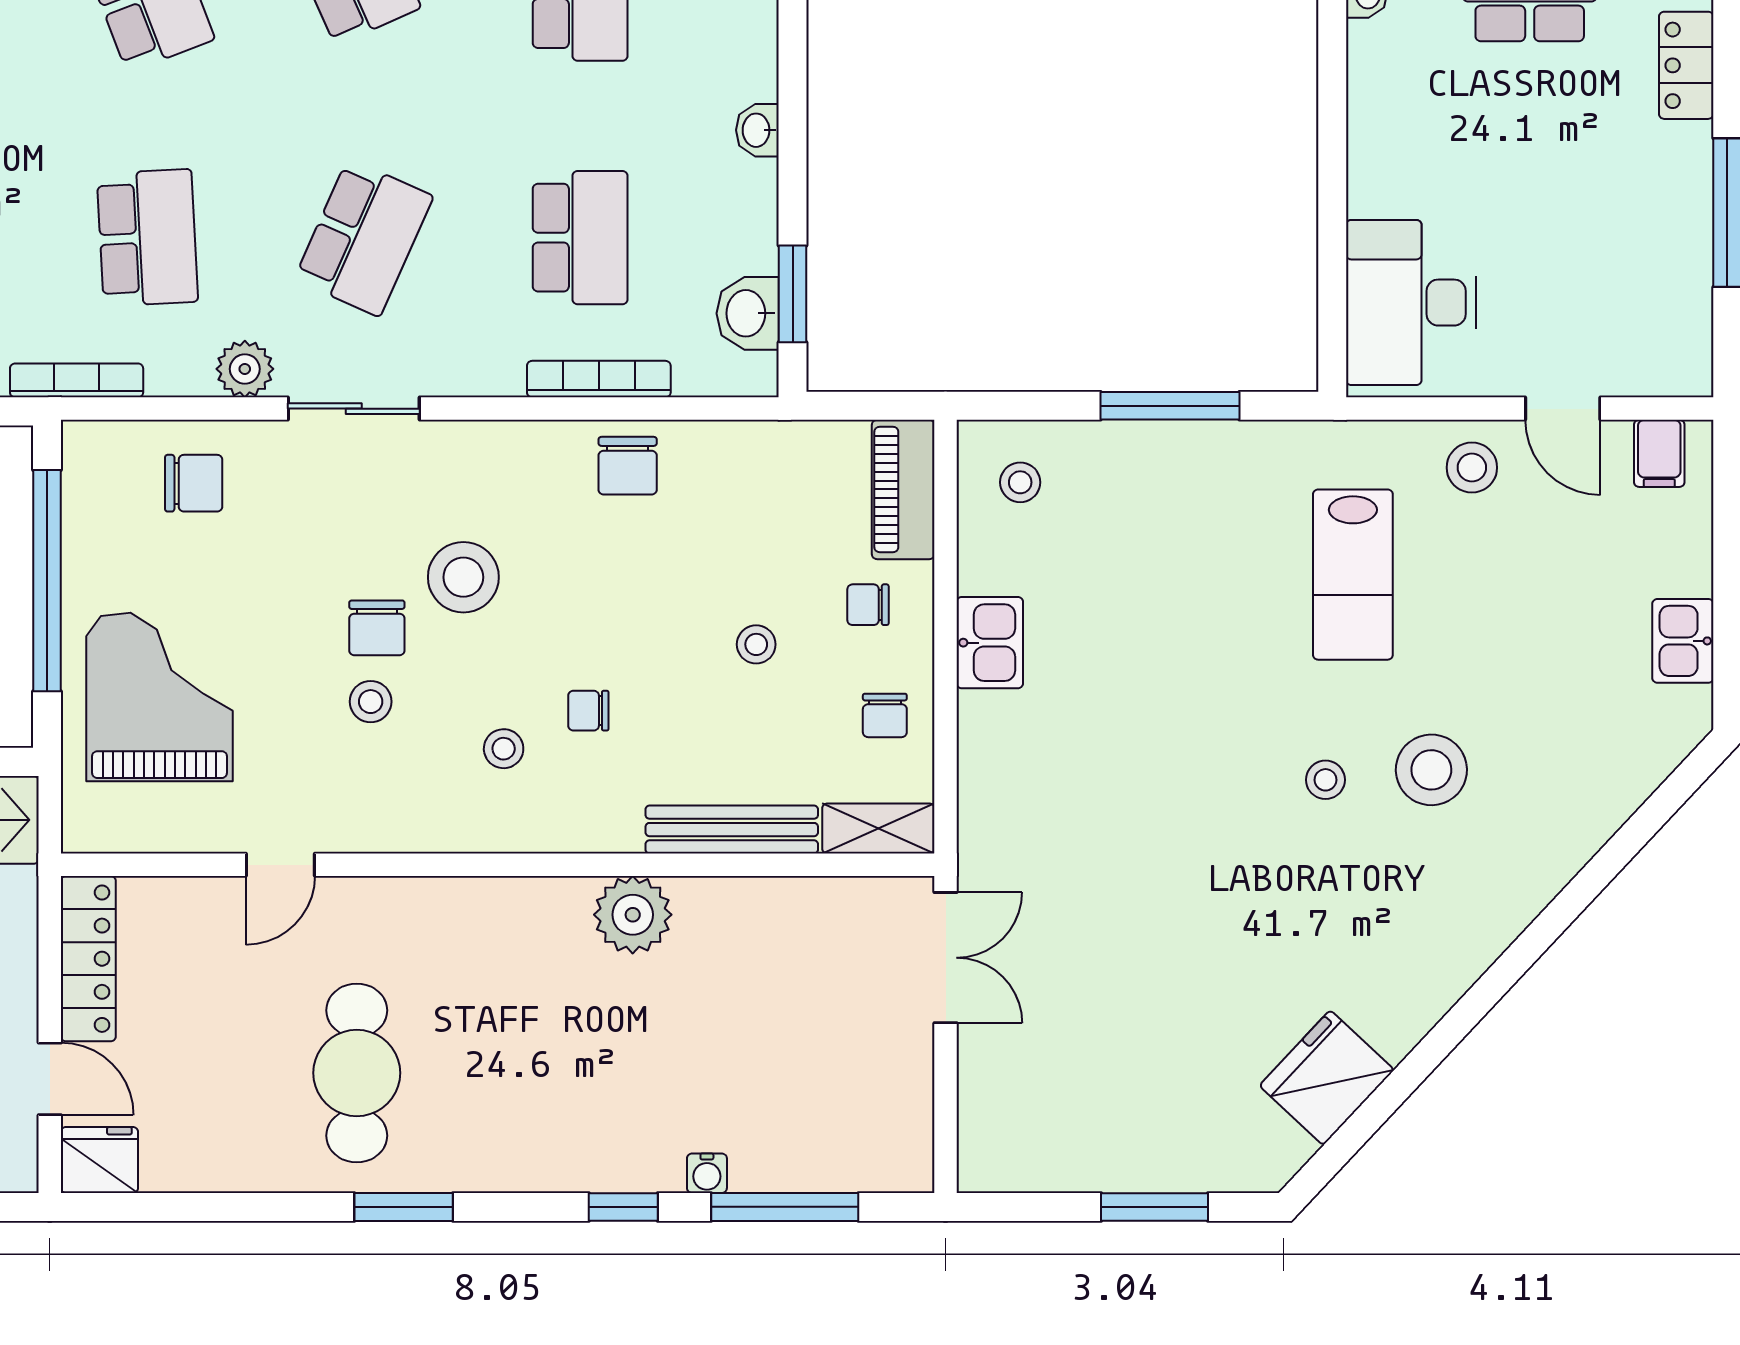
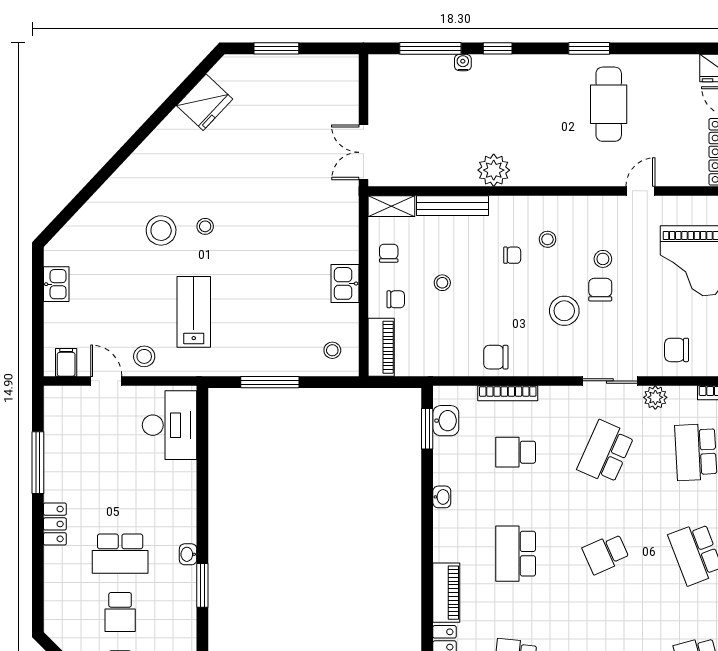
school desk: (580, 238) -> (516, 452), width x0.54
chair: (628, 466) -> (496, 357), turned -90

